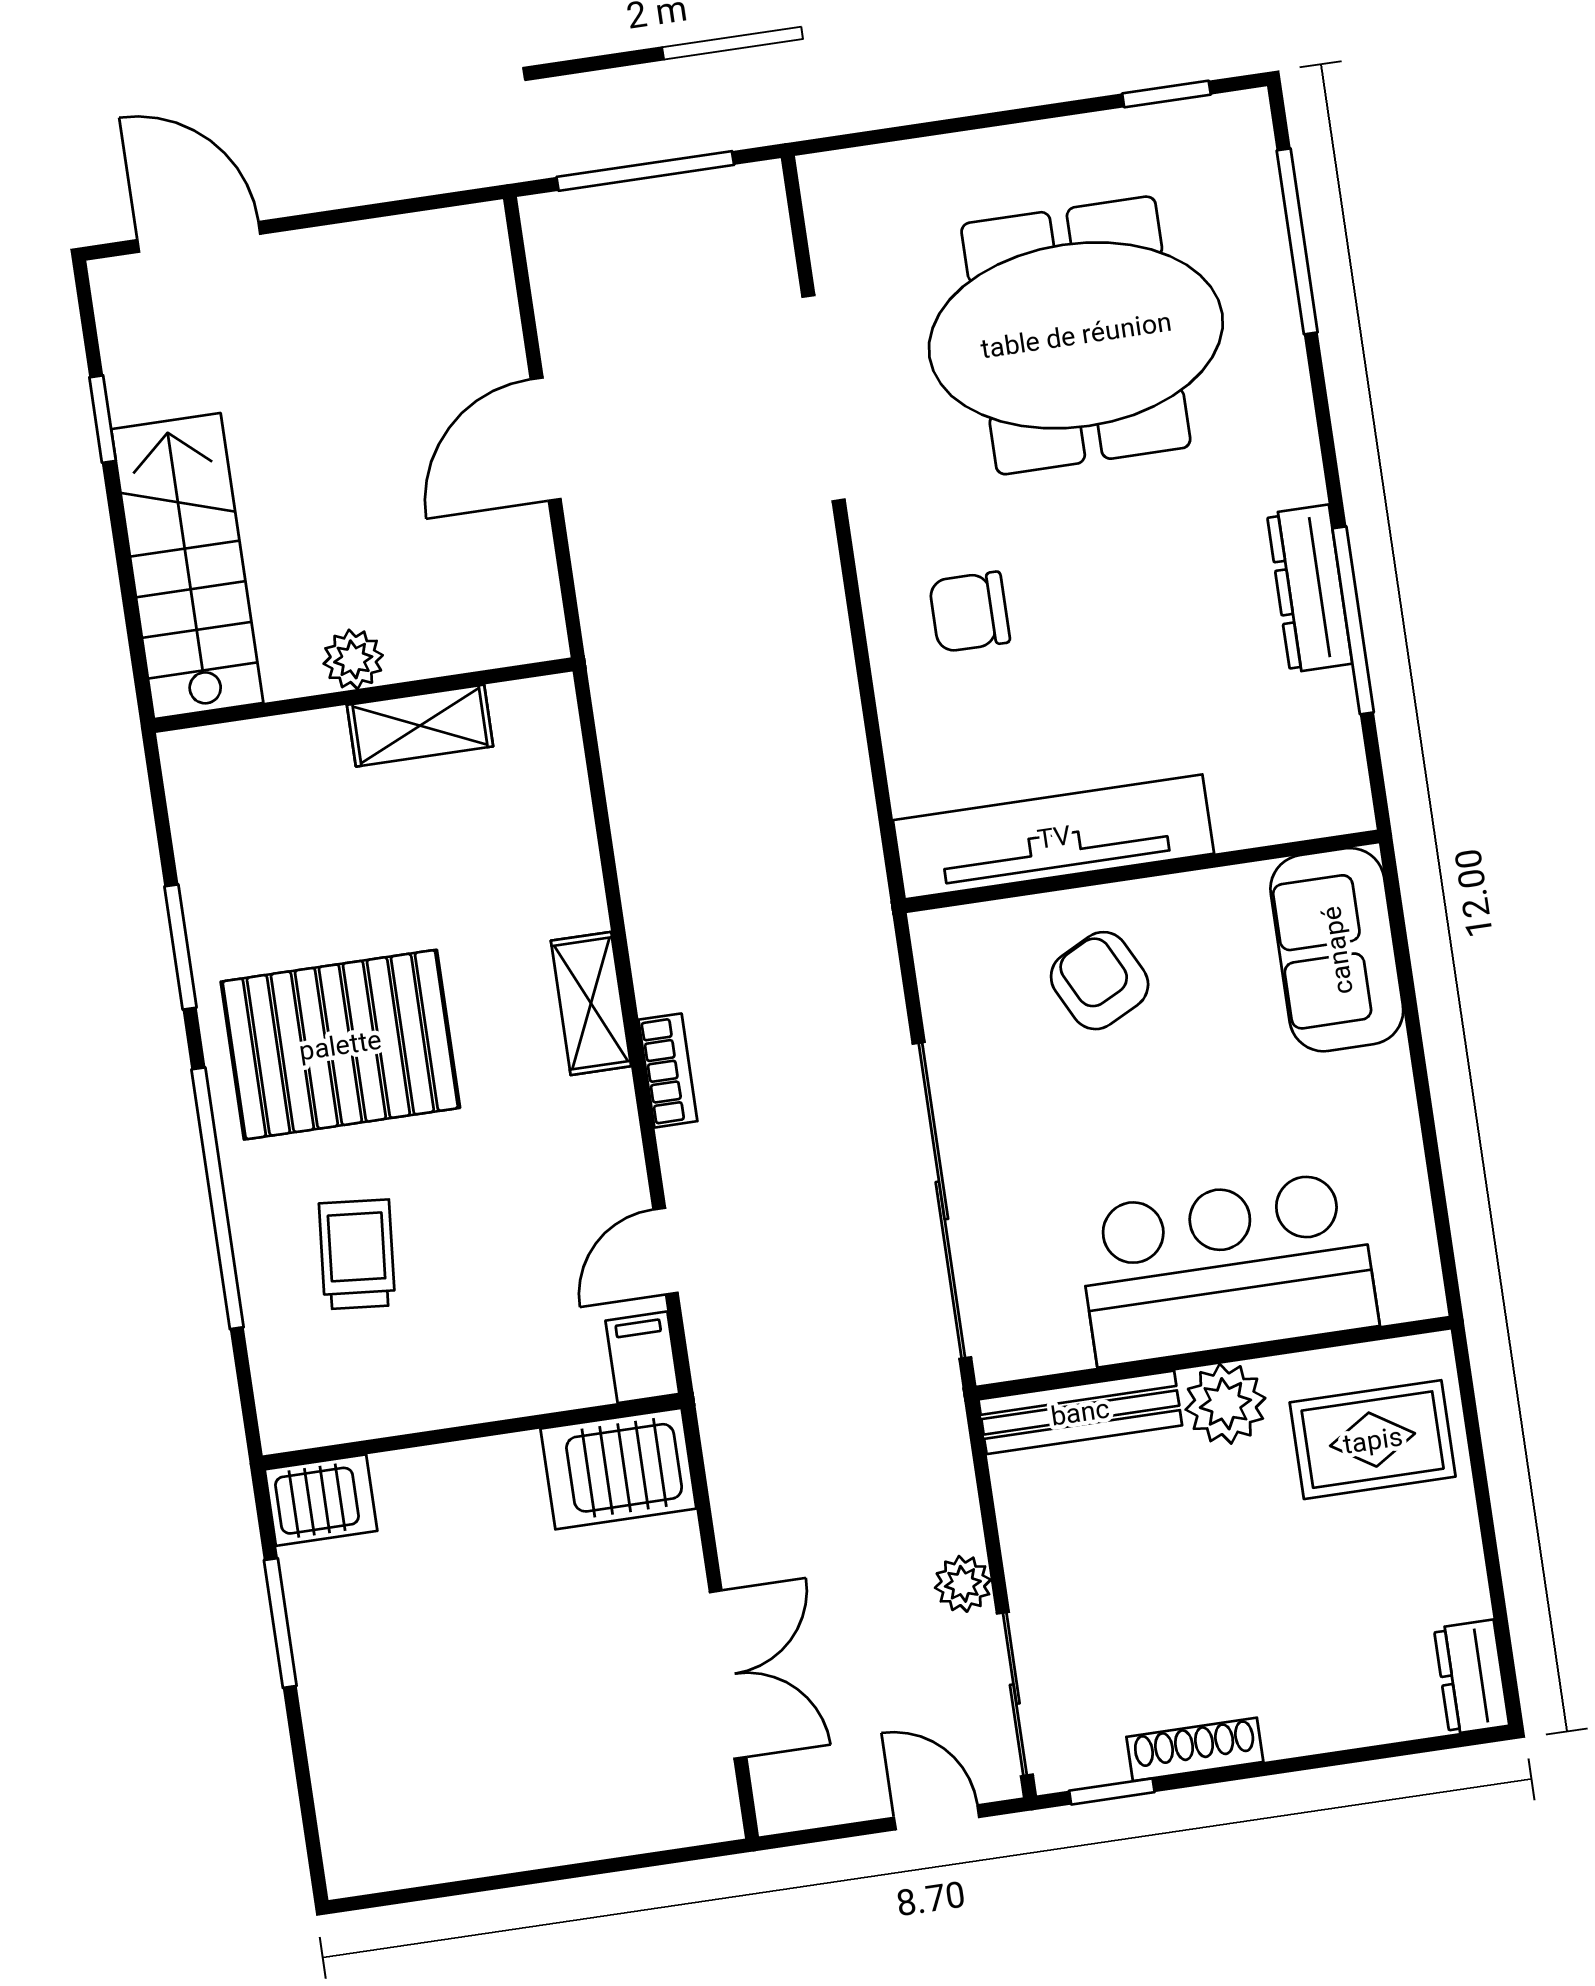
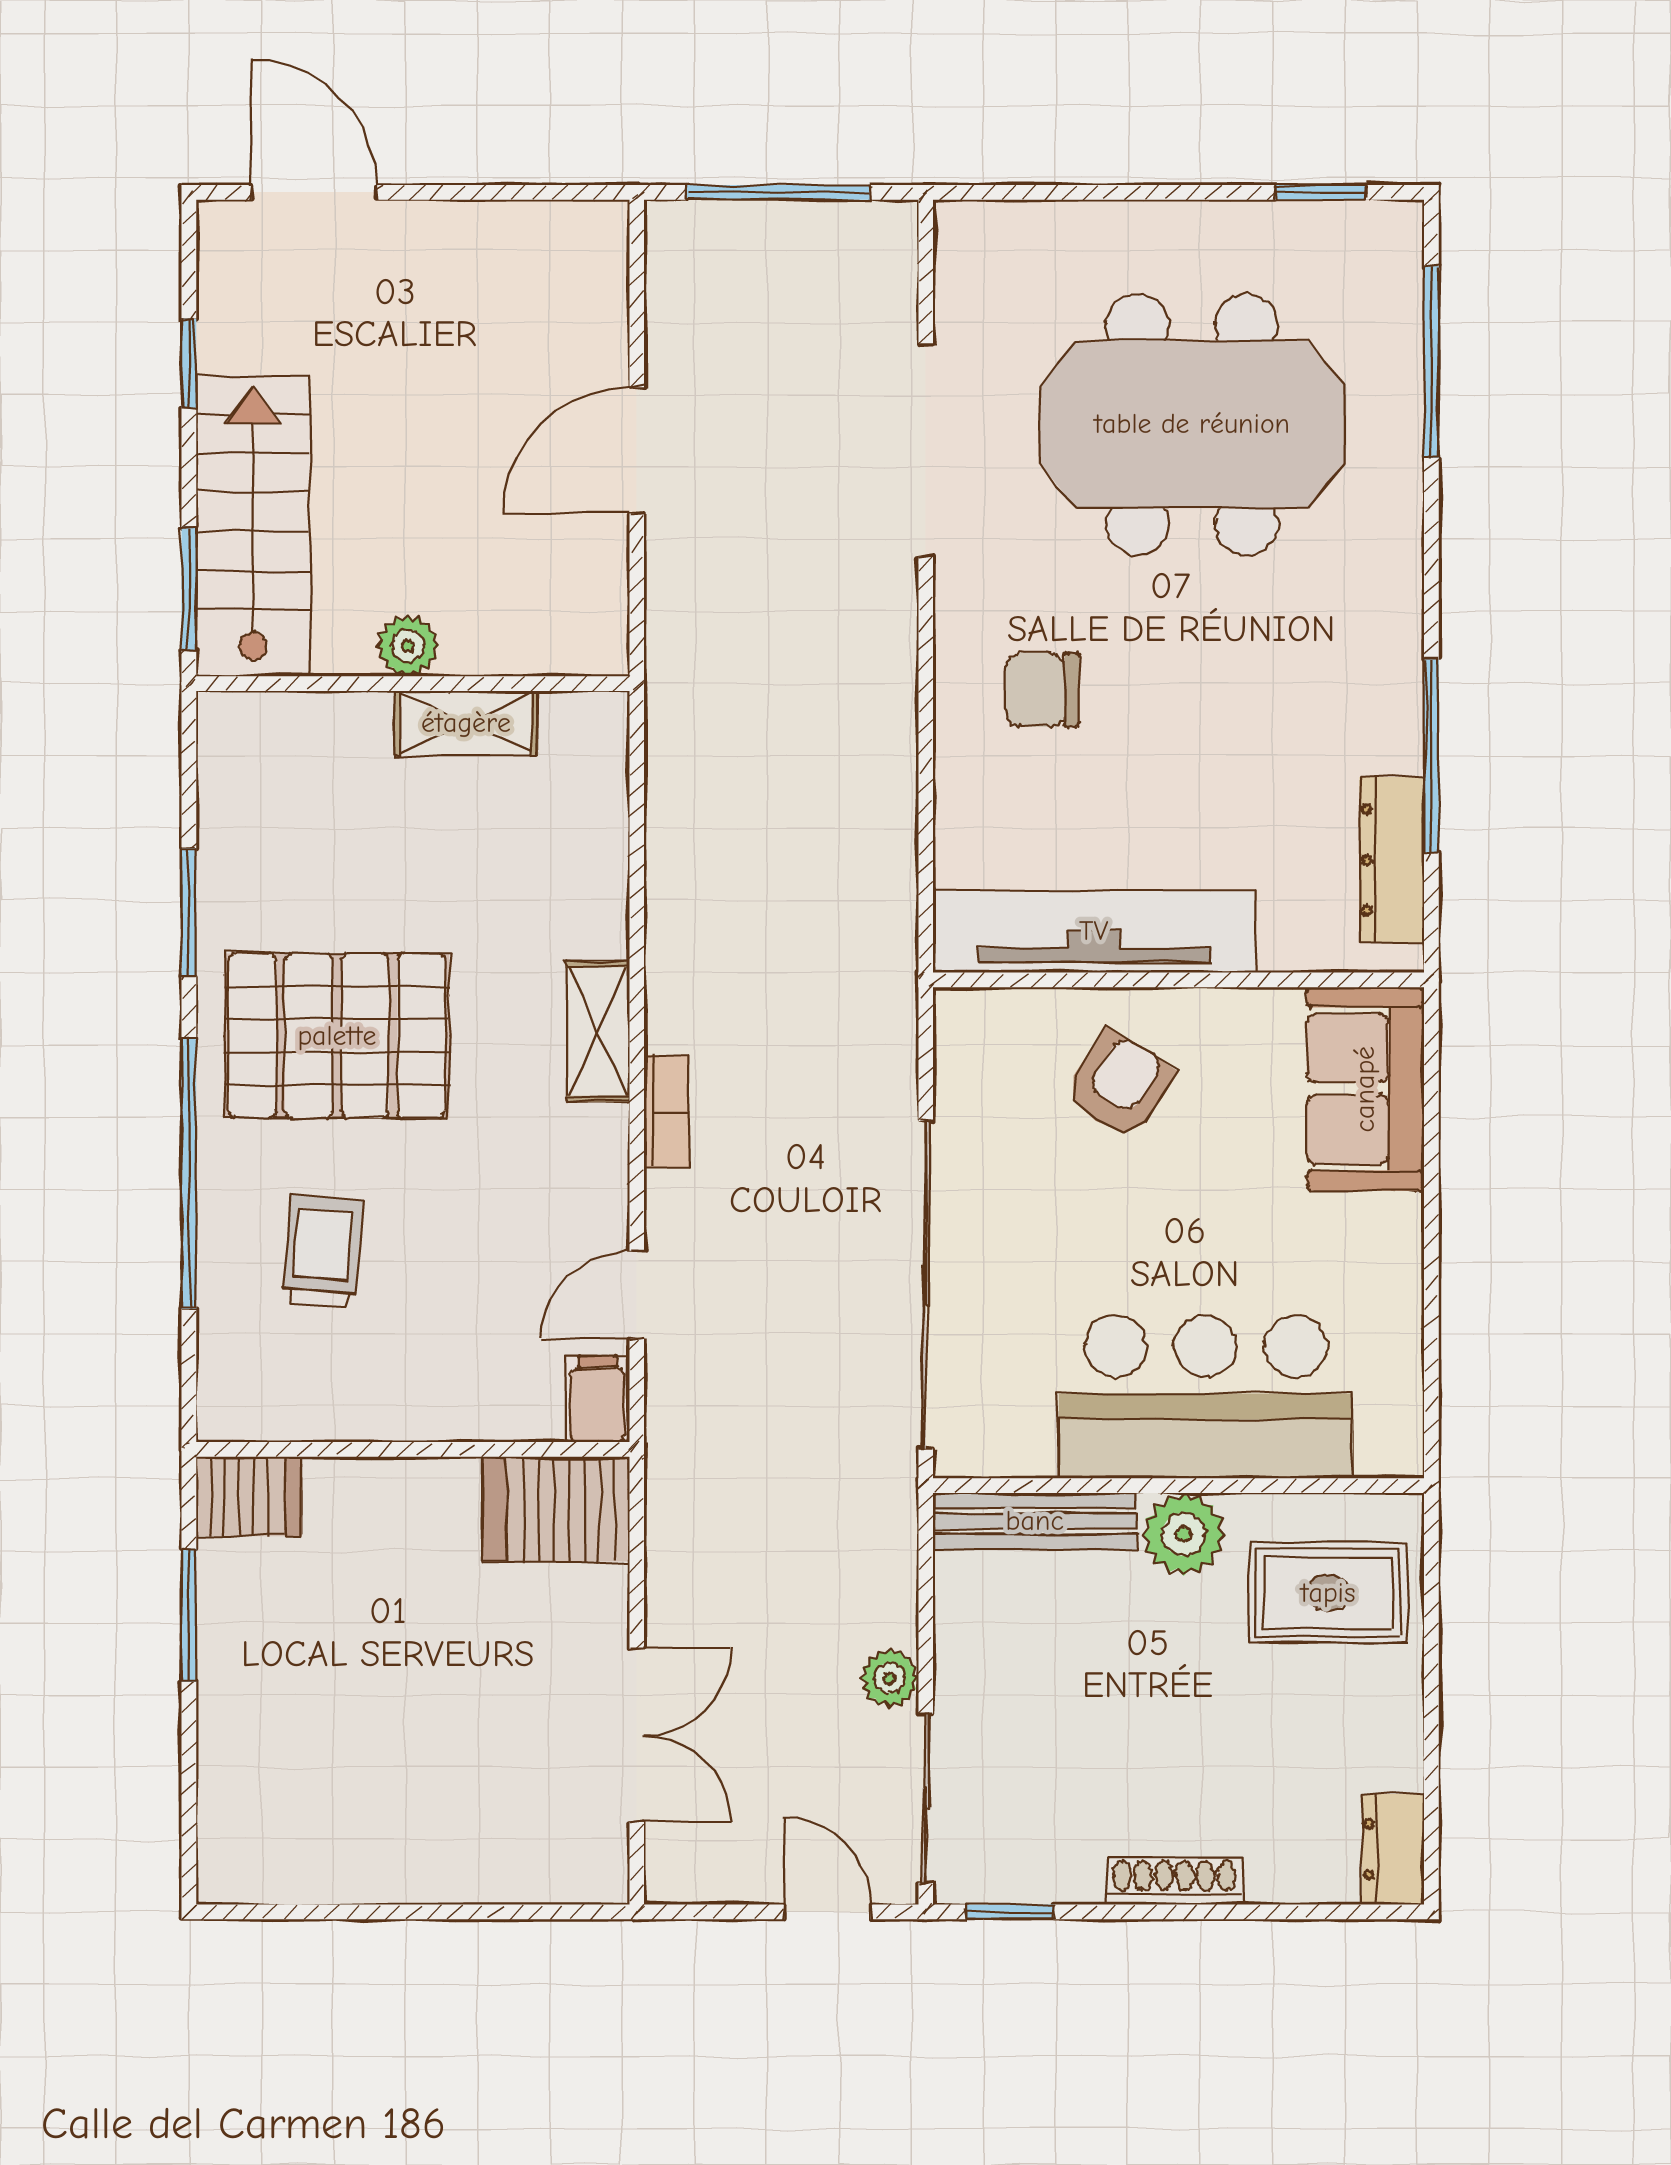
dresser: (1310, 589) -> (1392, 860), moved
window: (135, 636) -> (189, 589), added
armchair: (1100, 981) -> (1119, 1085), turned 60
shoe rack: (1195, 1749) -> (1174, 1882), moved

